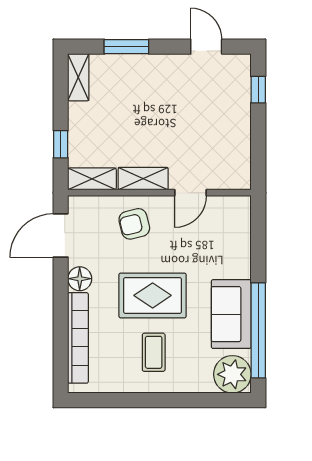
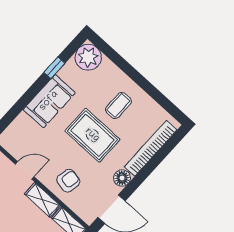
armchair: (134, 224) -> (68, 181), turned -65
sofa: (231, 314) -> (49, 101), moved
window: (258, 330) -> (54, 68), width x0.32

